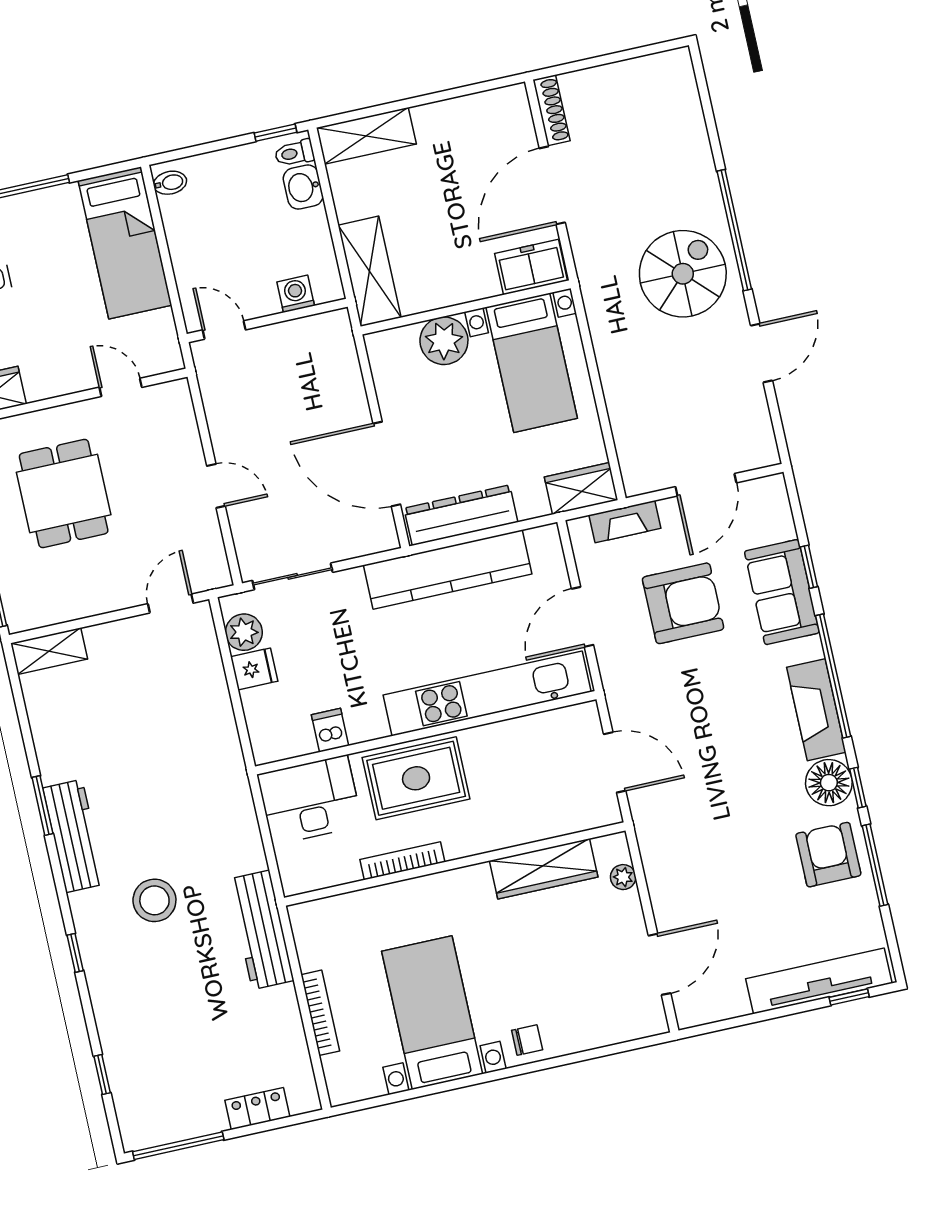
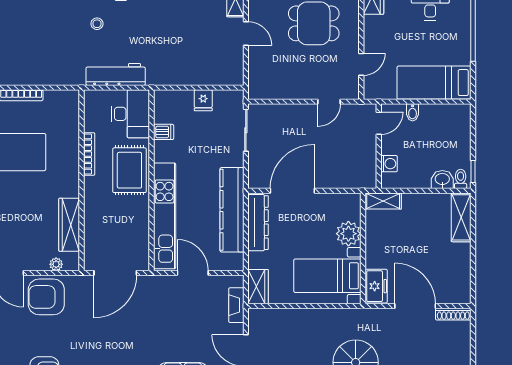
bidet: (170, 183) -> (413, 112), moved
shelving: (369, 271) -> (383, 201), width x0.67, depth x0.75
door: (216, 486) -> (329, 102), moved
door: (171, 603) -> (246, 33), moved
armchair: (683, 603) -> (46, 297), moved, turned 90
plant: (244, 632) -> (223, 99), removed
door: (615, 762) -> (115, 273), width x1.36
stool: (154, 900) -> (97, 24), width x0.53, depth x0.53
workbench: (261, 930) -> (116, 74), moved

